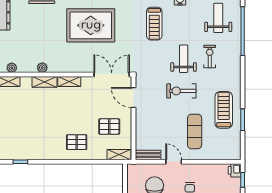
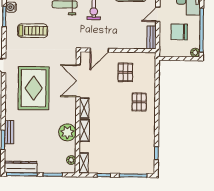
plant: (42, 68) -> (67, 132), width x1.88, depth x1.88
double door: (112, 74) -> (78, 81), moved
shelving: (119, 155) -> (151, 64), removed

